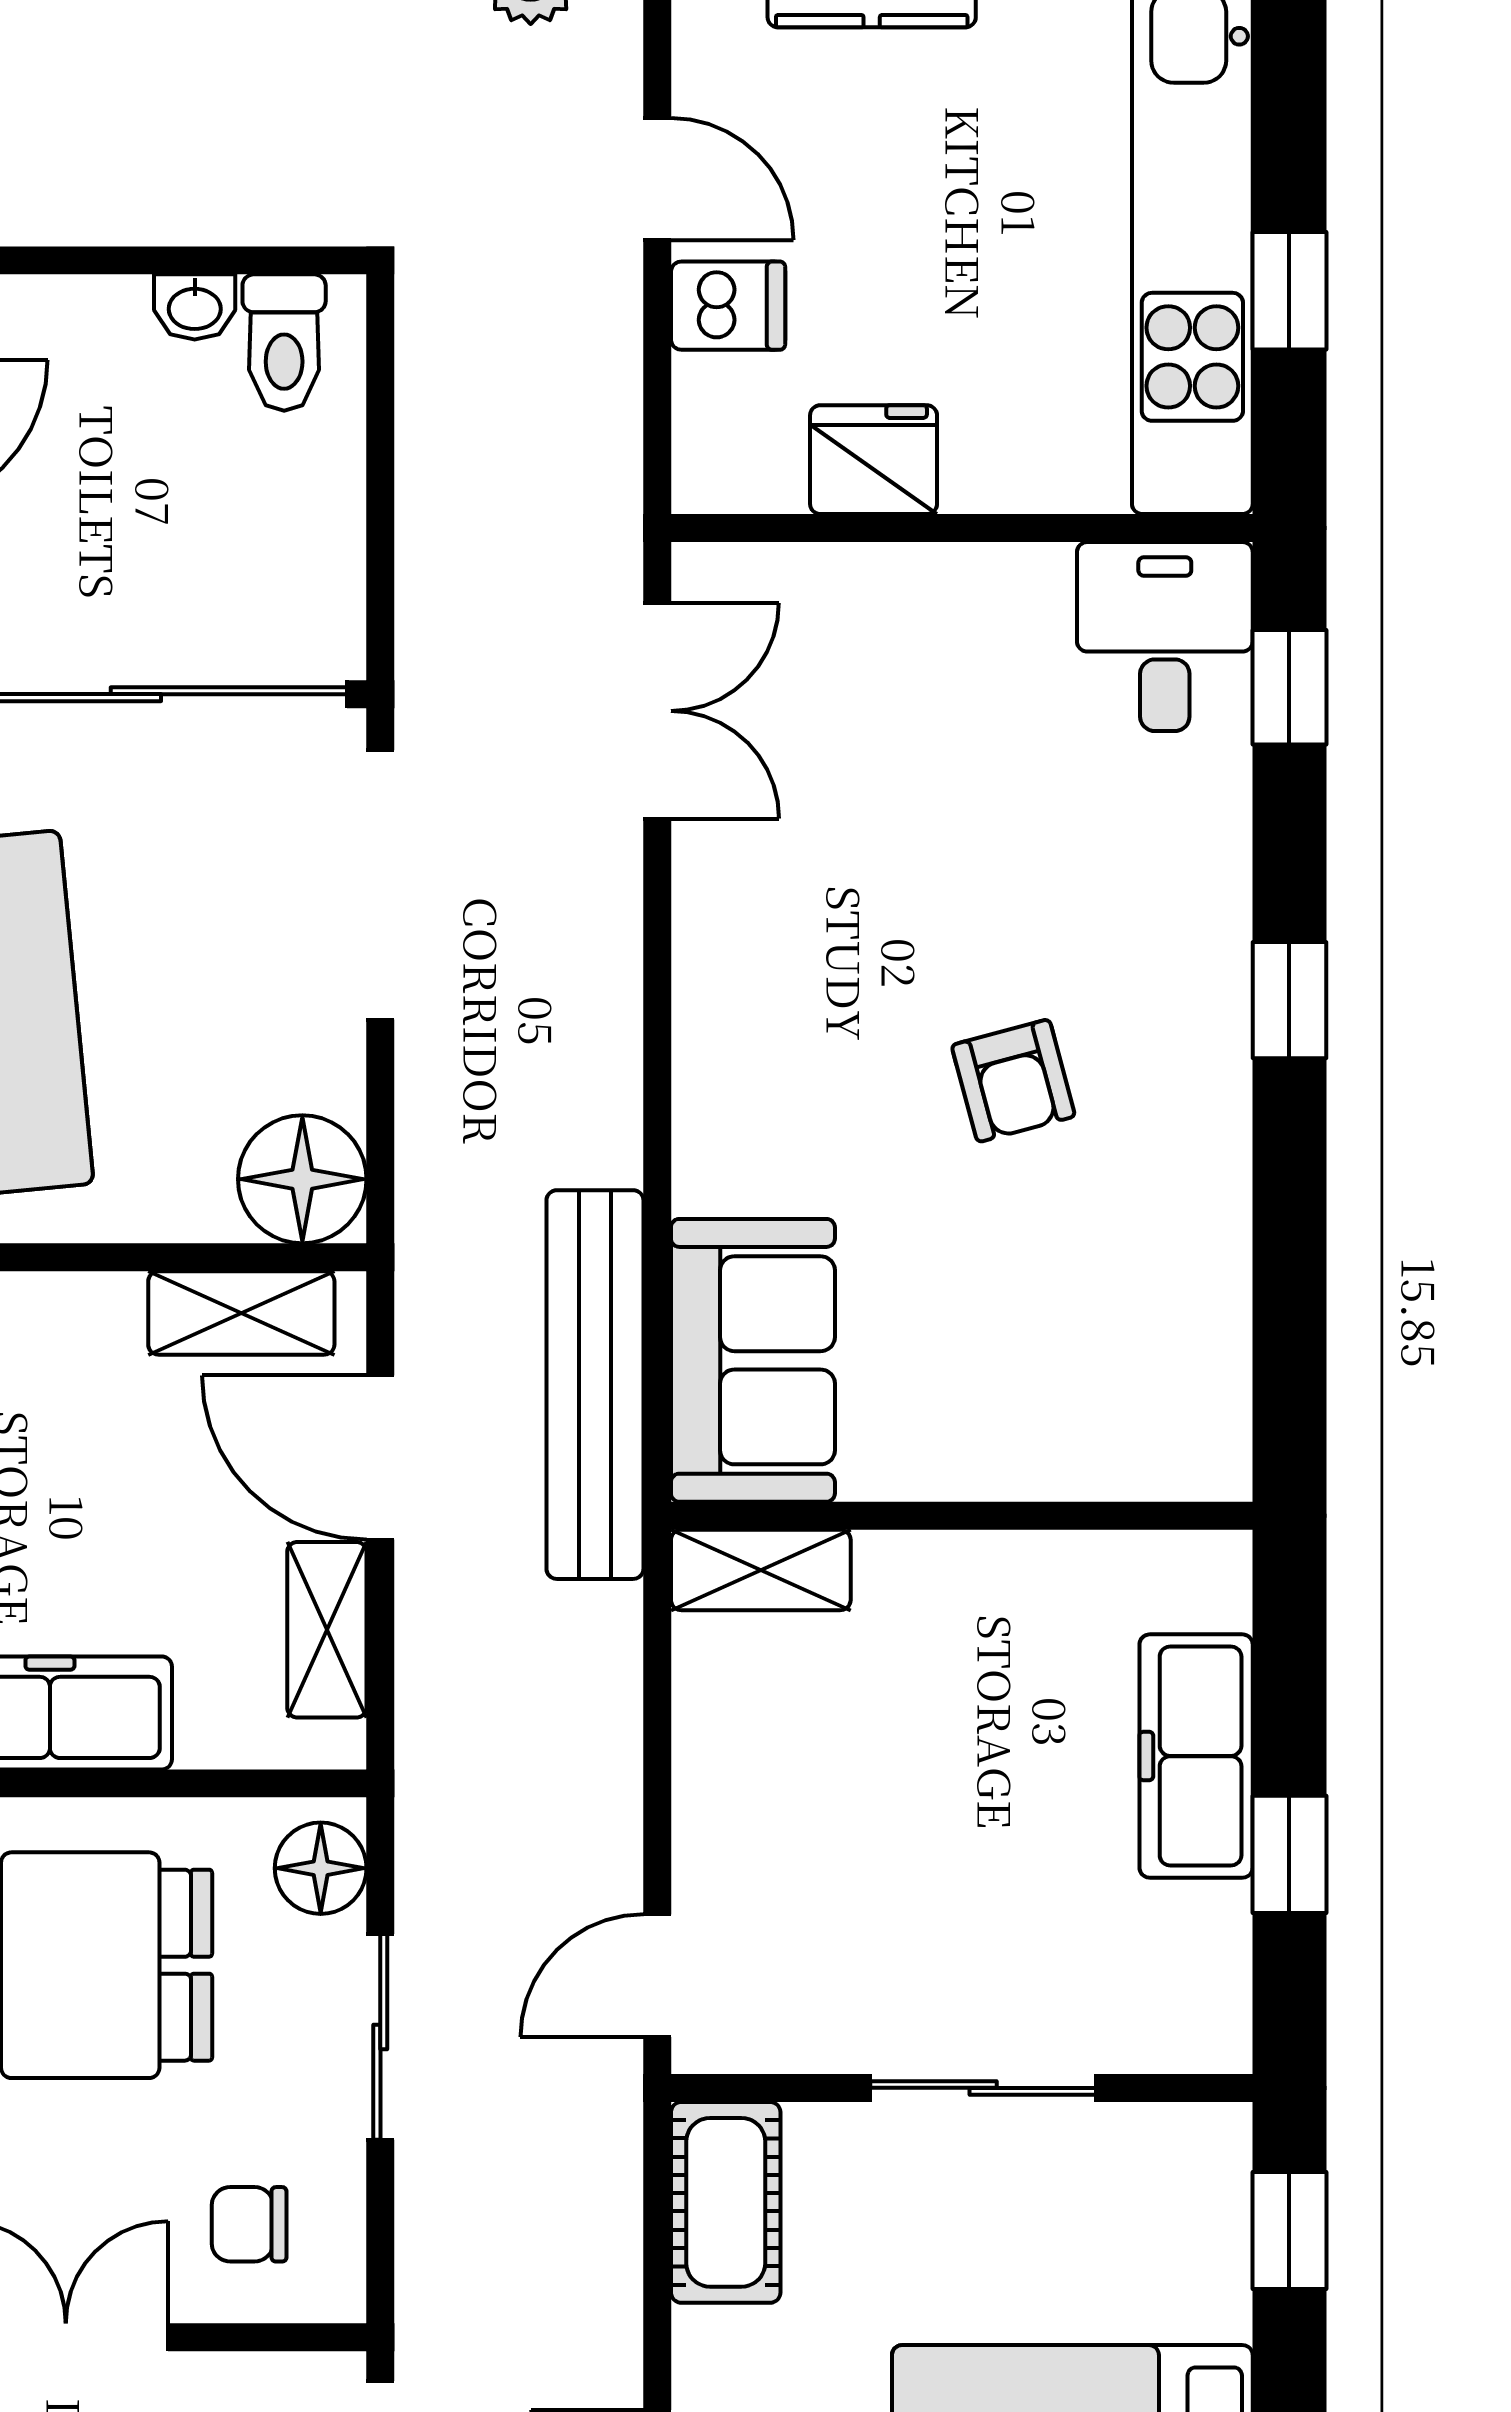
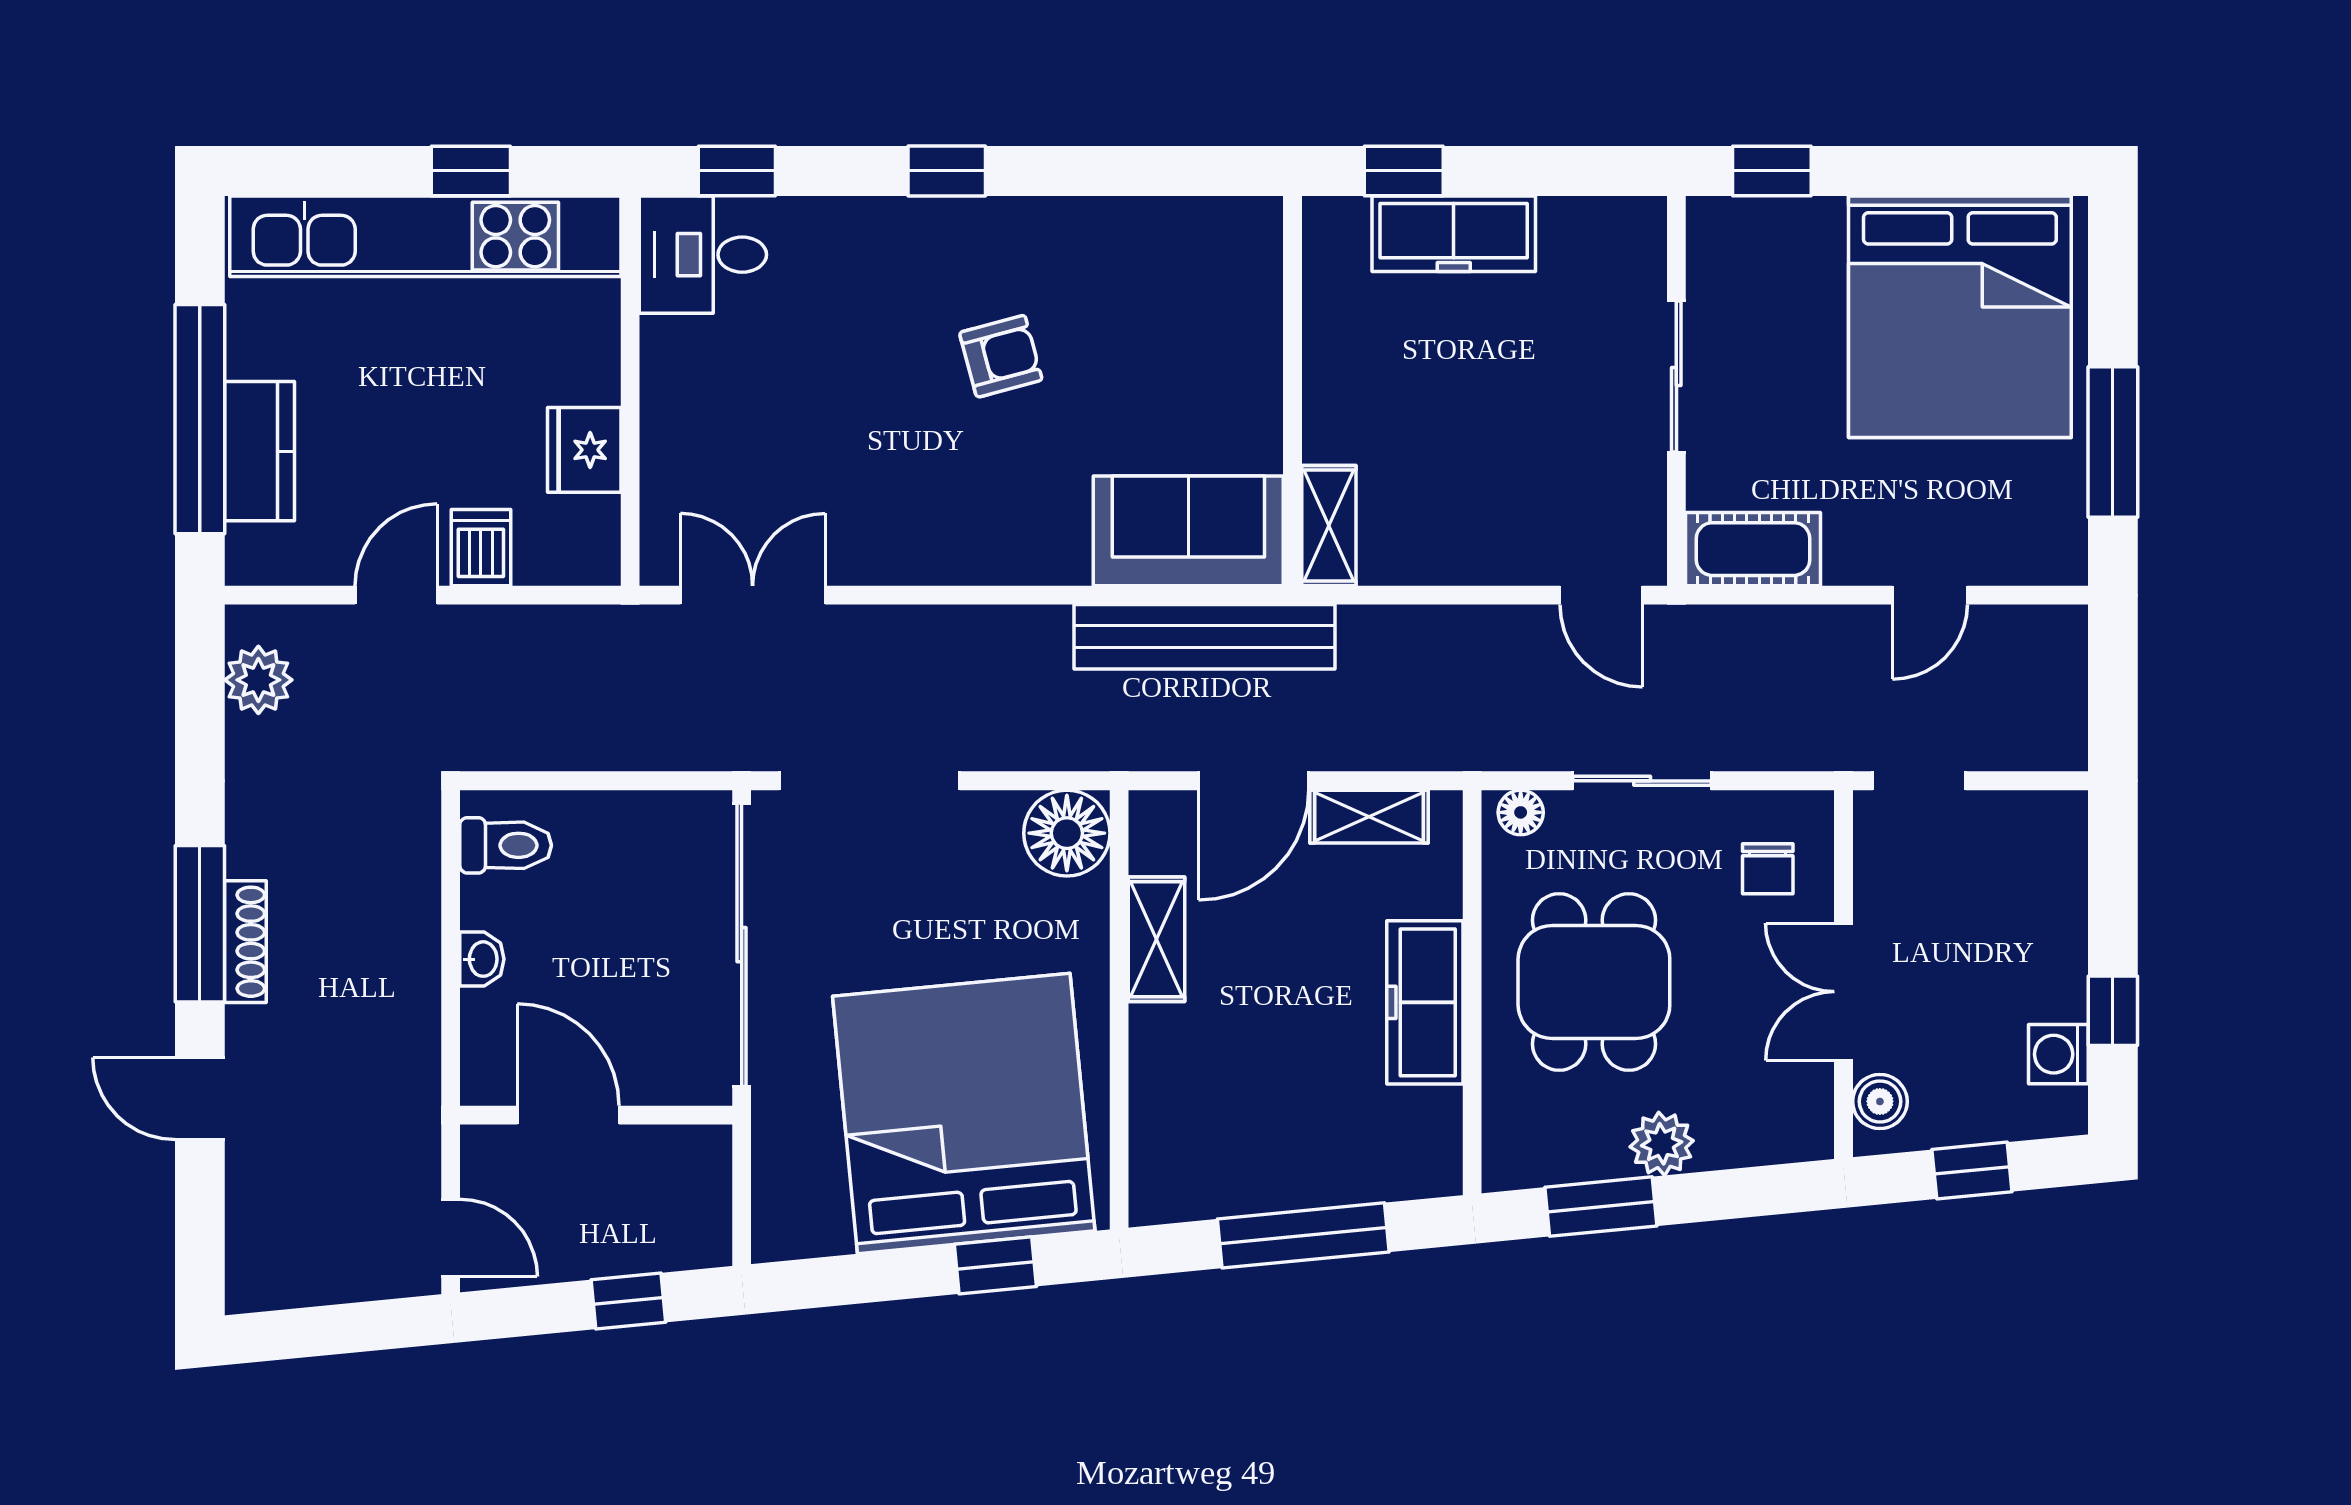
washbasin: (195, 307) -> (482, 959), moved
shelving: (241, 1313) -> (1157, 939), moved
window: (1289, 1854) -> (1404, 171), moved
floor lamp: (321, 1868) -> (1521, 812), width x0.73, depth x0.73

